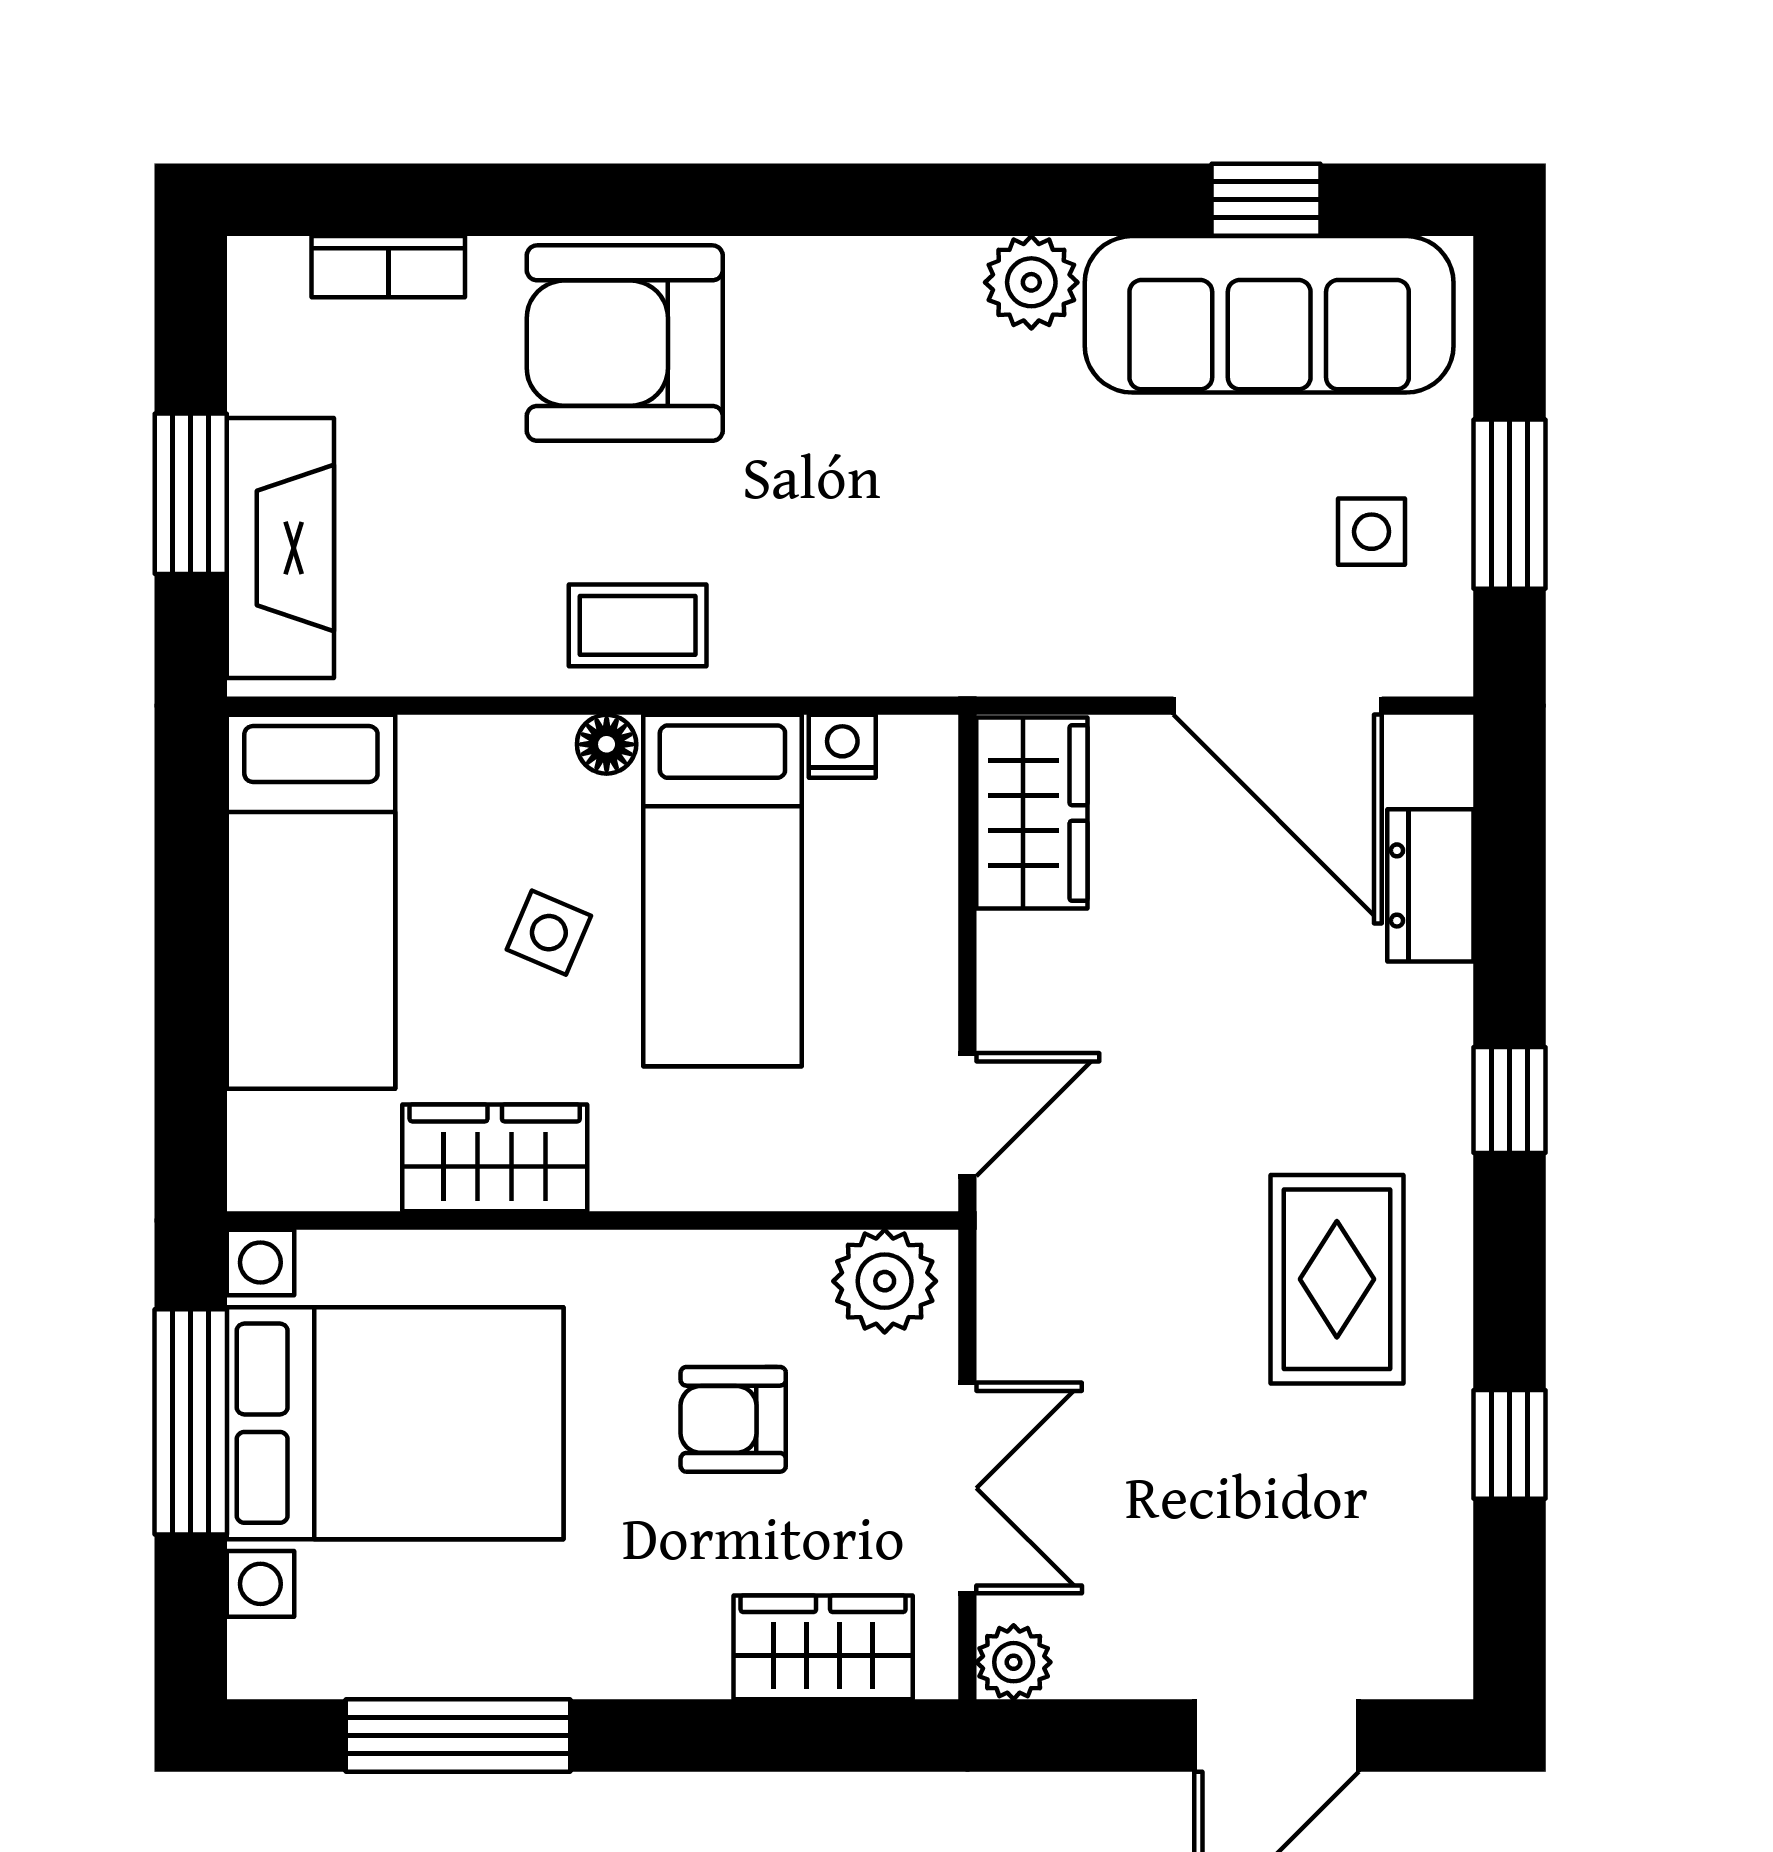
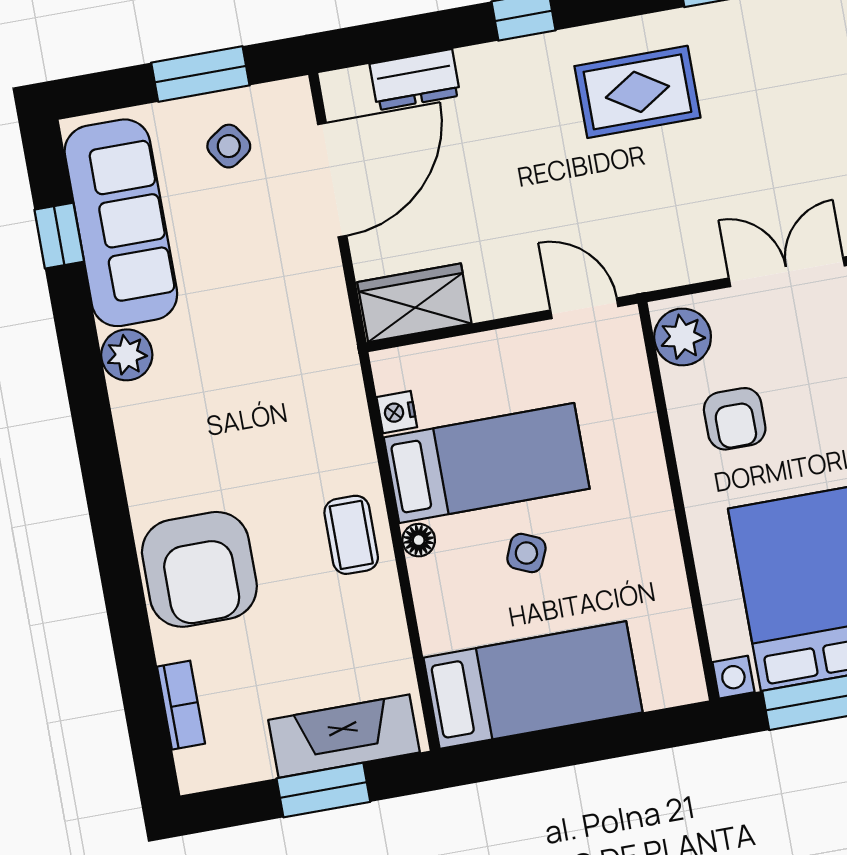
side table: (1372, 532) -> (229, 146), turned -34
wardrobe: (495, 1158) -> (654, 560), removed
armchair: (733, 1419) -> (735, 419), moved

